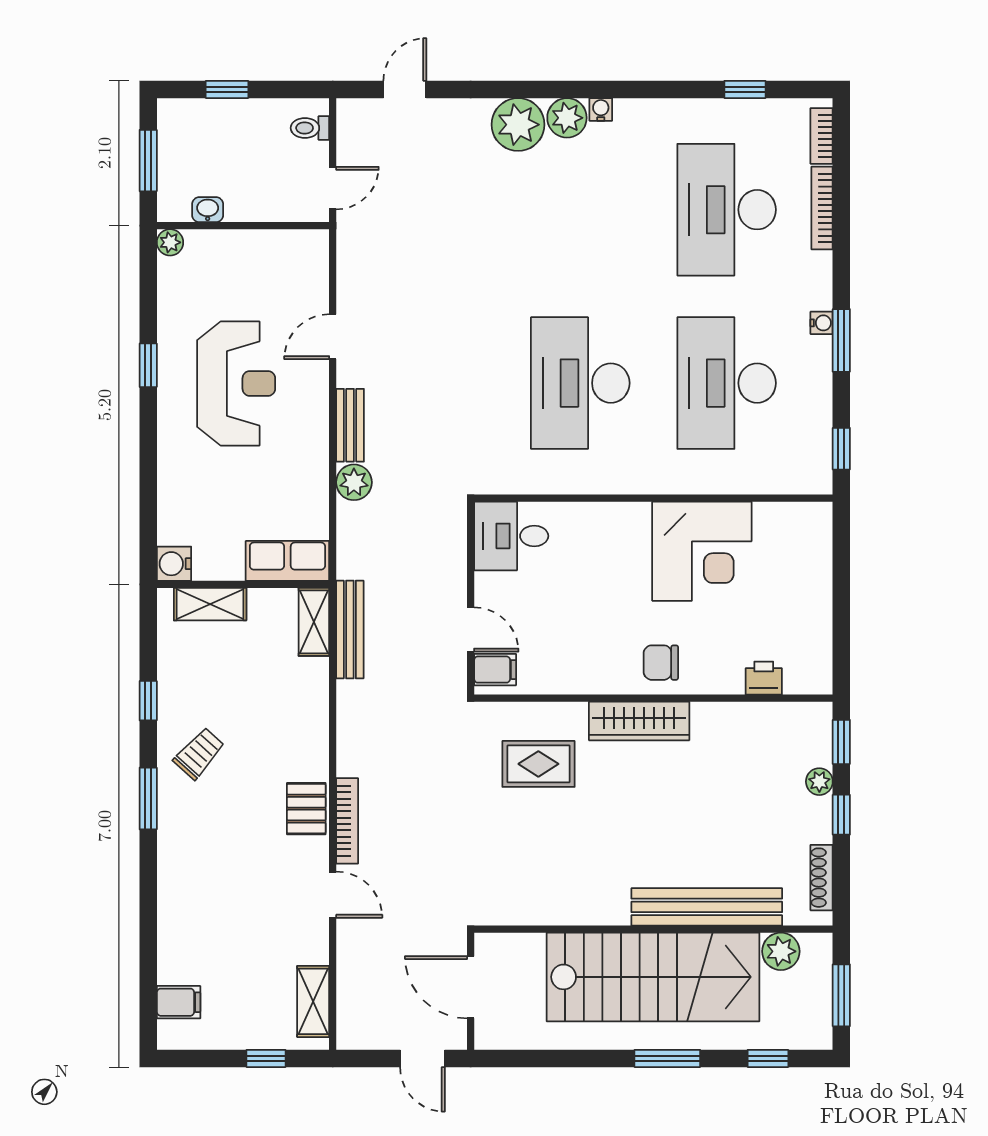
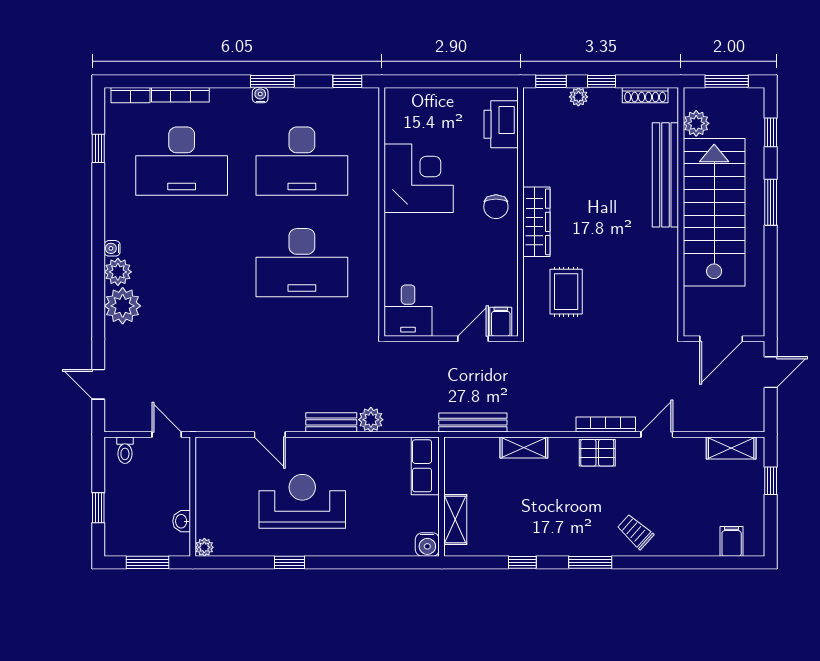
shelving: (314, 622) -> (524, 447), moved
printer: (764, 678) -> (501, 124), width x1.87, depth x1.48
trolley: (199, 754) -> (635, 532), moved

